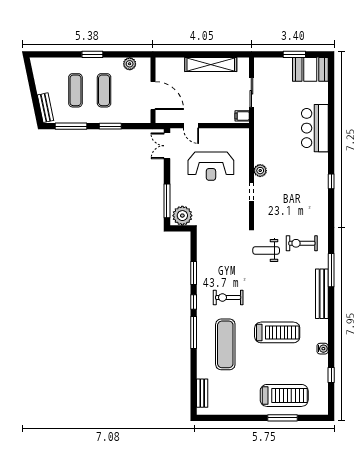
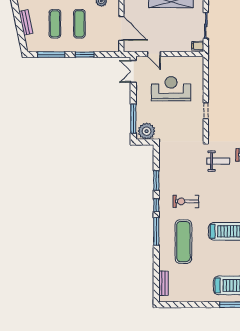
bench: (45, 108) -> (26, 22), moved
reception desk: (211, 166) -> (171, 89), turned 180
plant: (260, 171) -> (213, 93), removed
weight bench: (266, 250) -> (218, 161), turned 180

